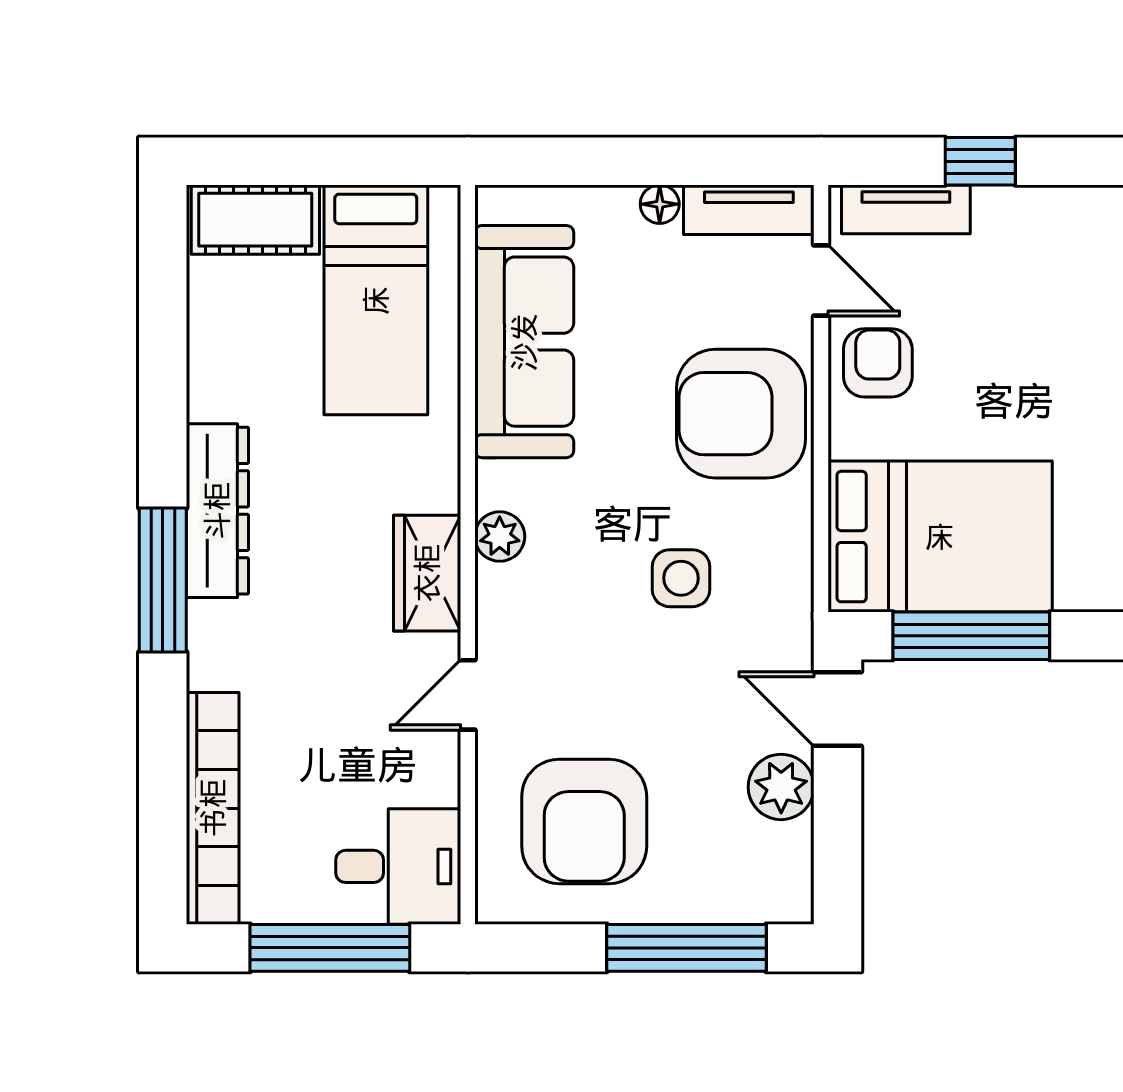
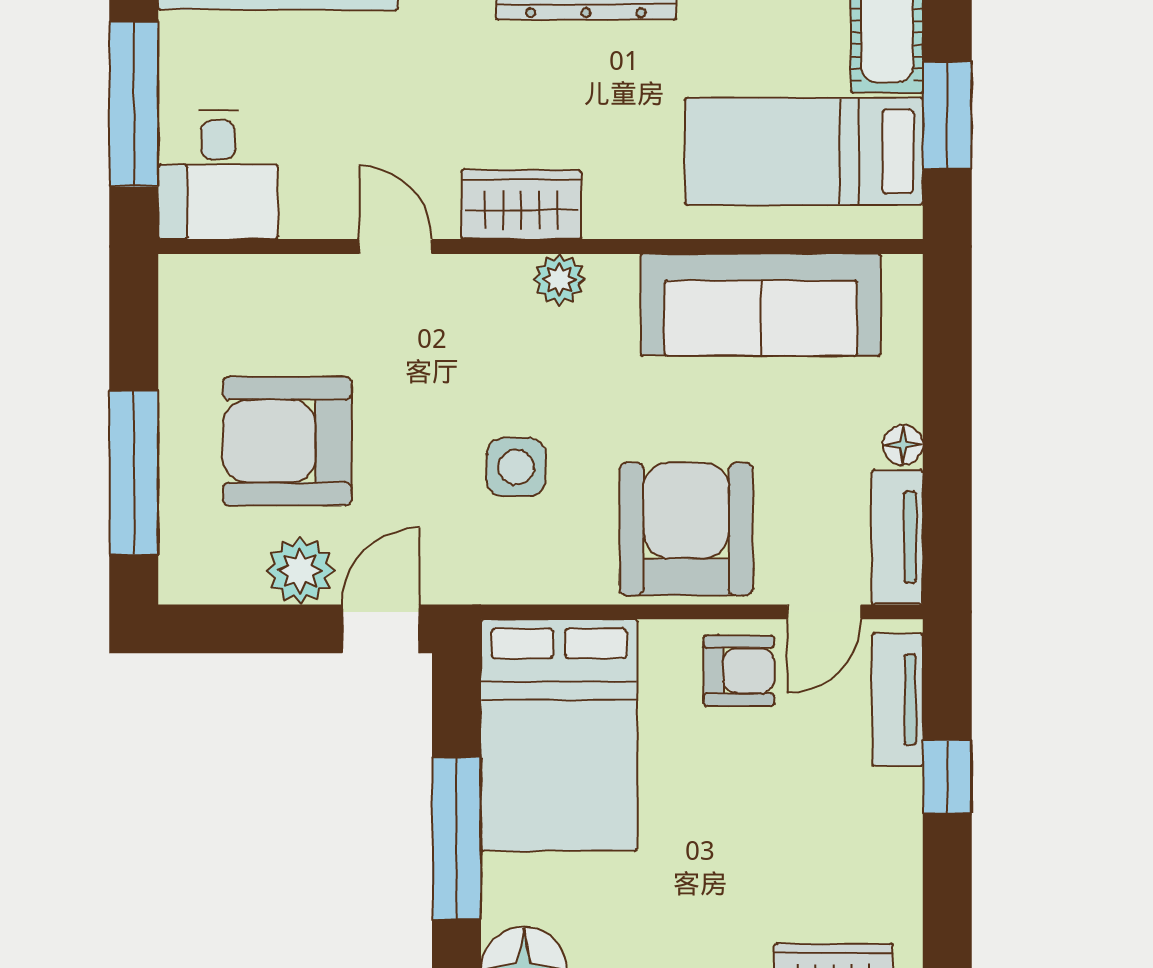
window: (341, 161) -> (947, 115), added
window: (971, 636) -> (457, 838), moved
armchair: (584, 821) -> (287, 441), moved

